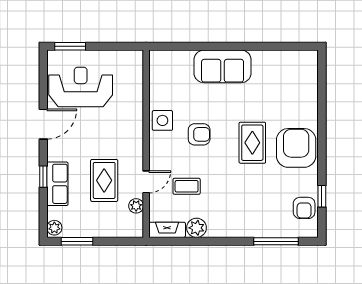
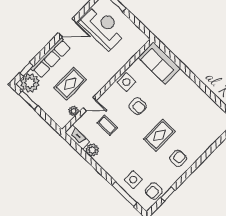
sofa: (223, 66) -> (159, 63), moved
armchair: (296, 148) -> (178, 158), width x0.53, depth x0.53
window: (43, 177) -> (26, 69), moved
row of seats: (57, 184) -> (51, 58), width x1.48
side table: (271, 217) -> (133, 180), added
plant: (54, 228) -> (30, 83), width x1.87, depth x1.87

